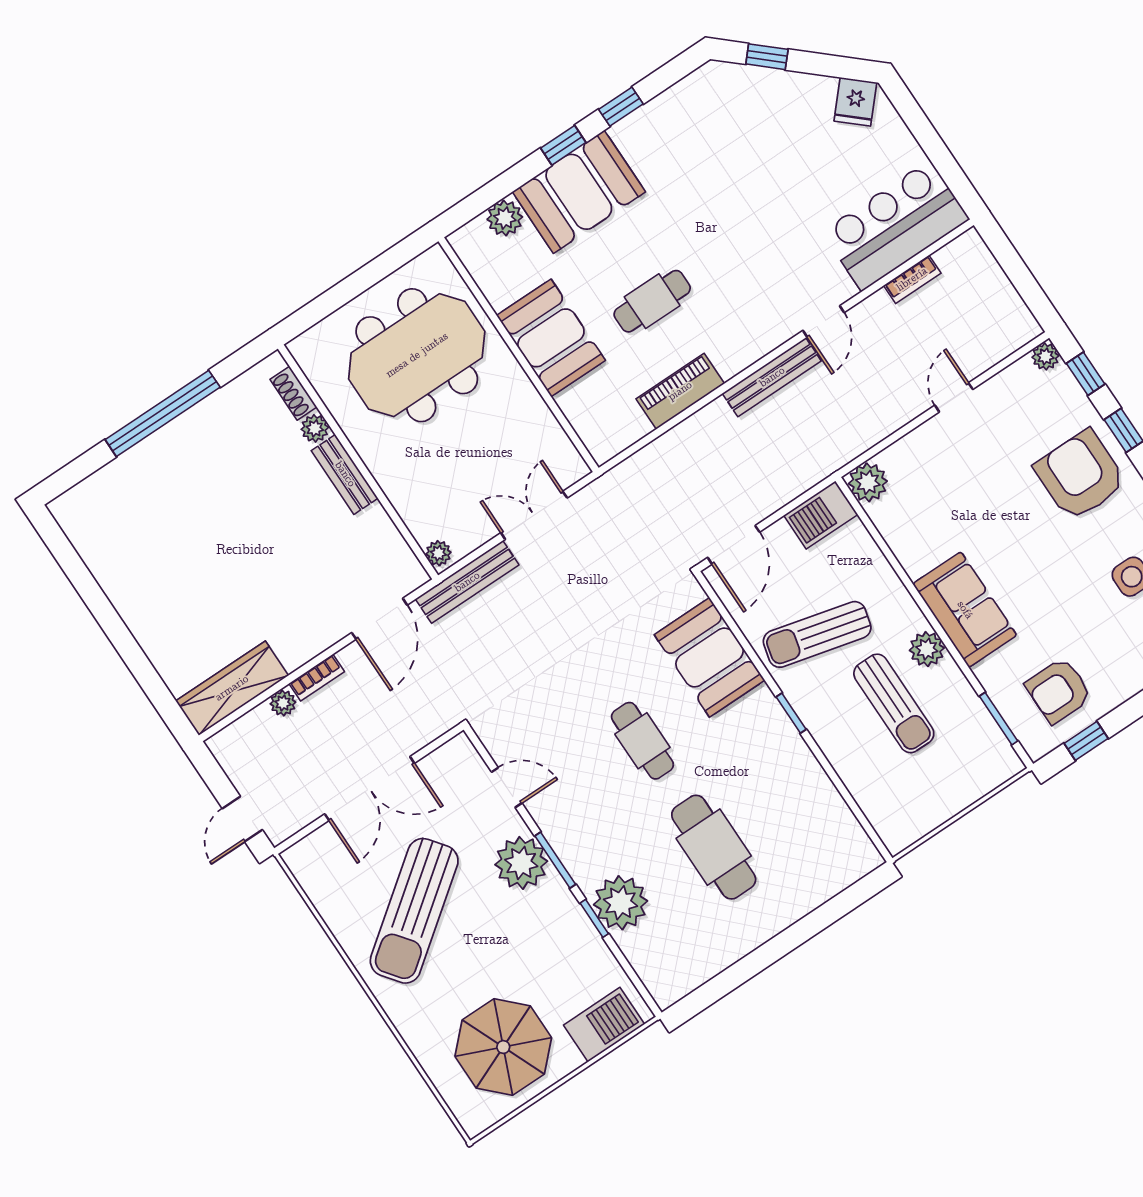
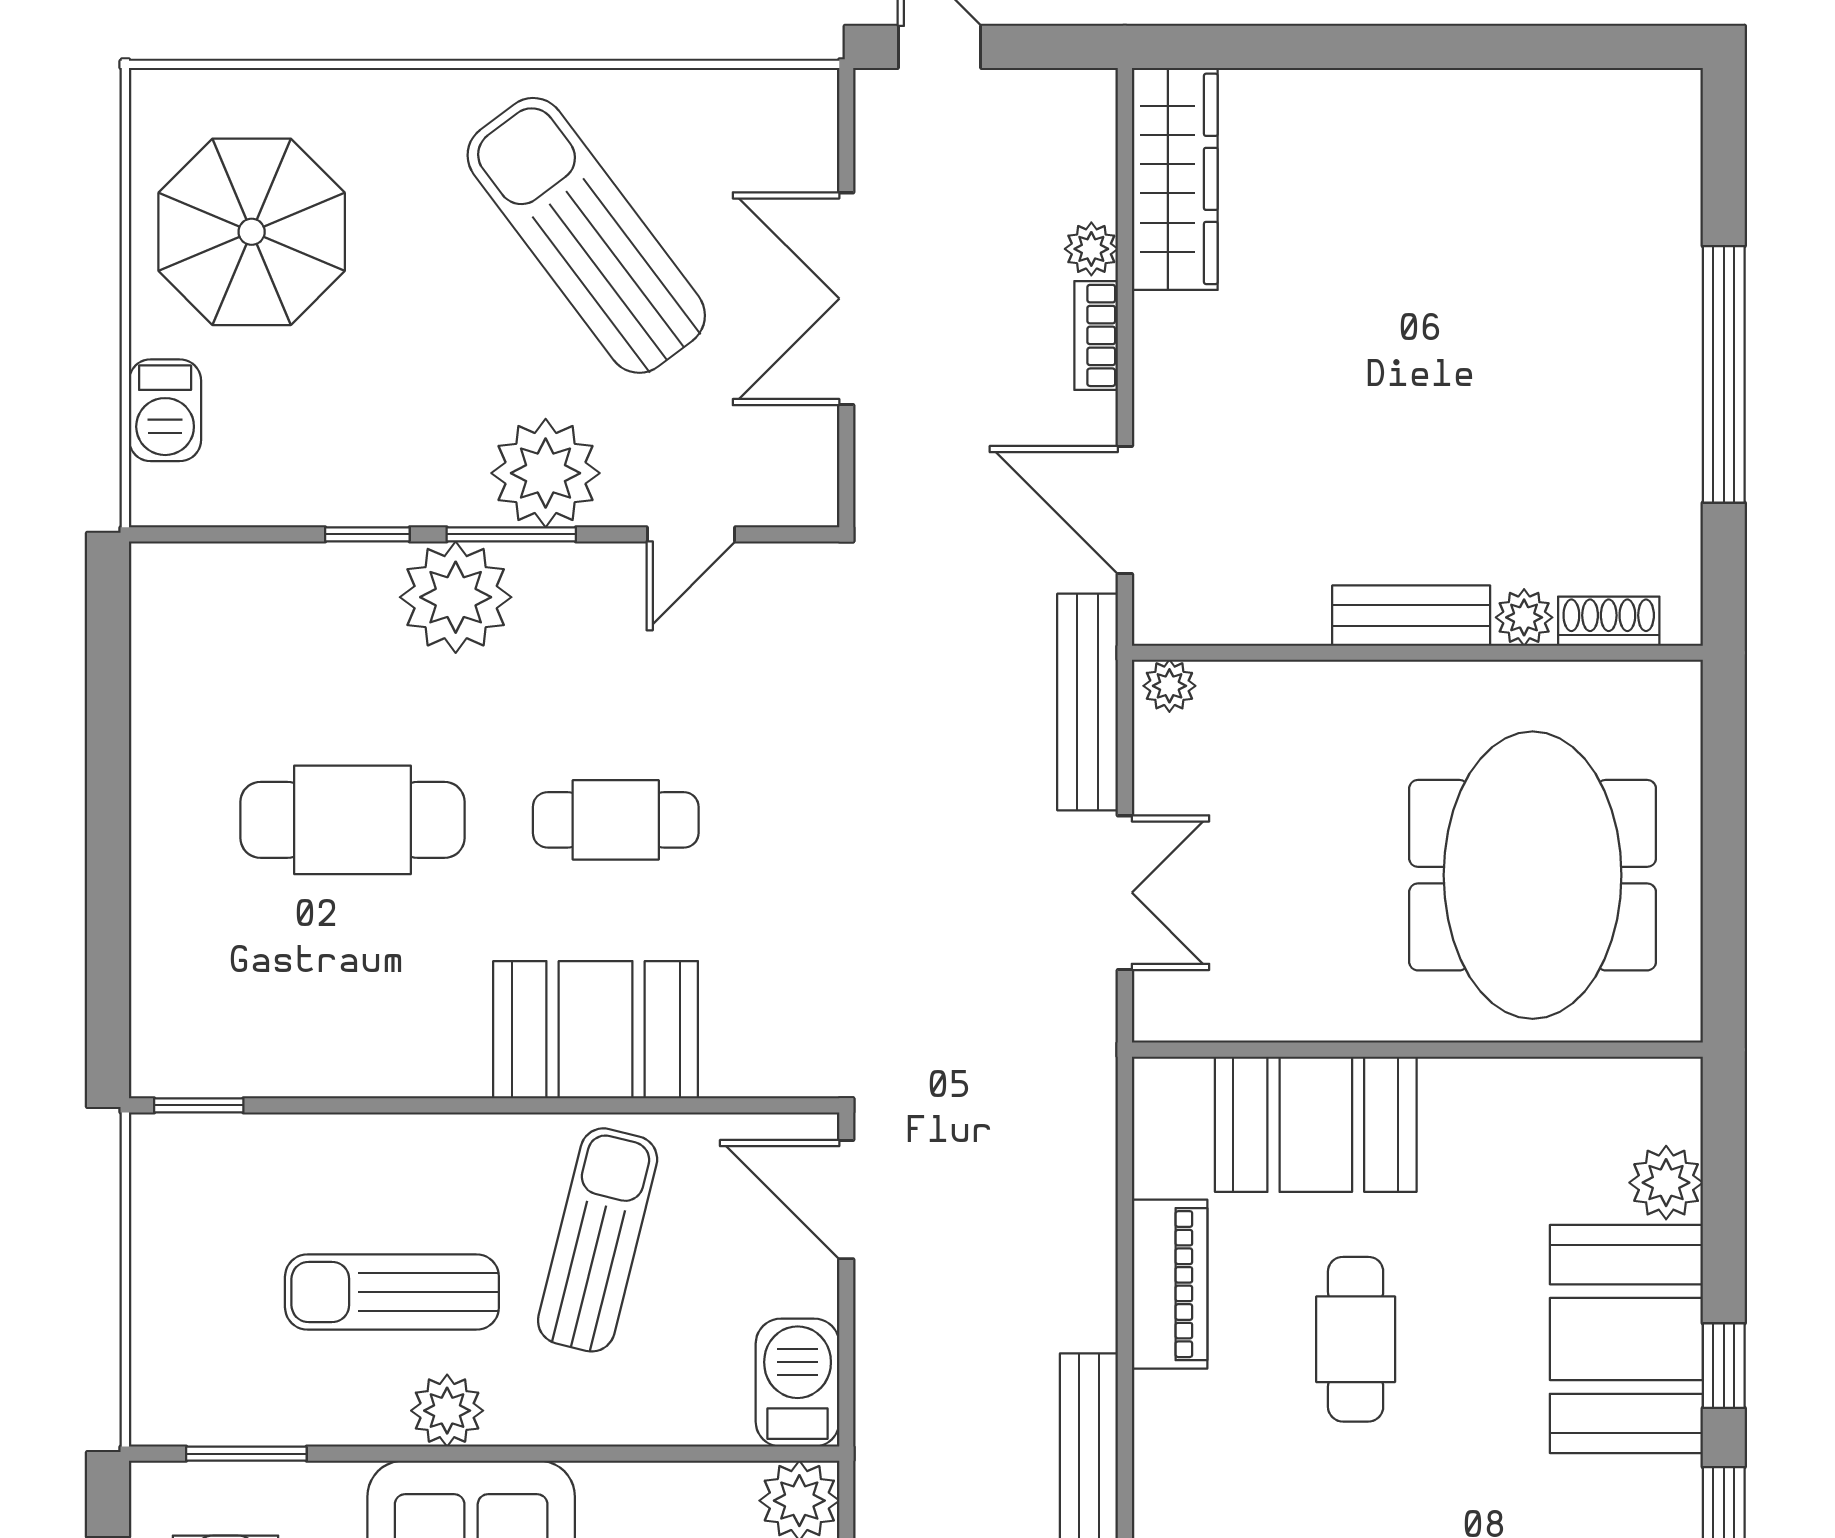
booth: (551, 338) -> (1316, 1124), moved
booth: (710, 657) -> (596, 1030), moved
window: (791, 713) -> (199, 1105), moved
plant: (621, 903) -> (456, 597), moved
barbecue: (604, 1025) -> (165, 410), width x0.73, depth x0.79

